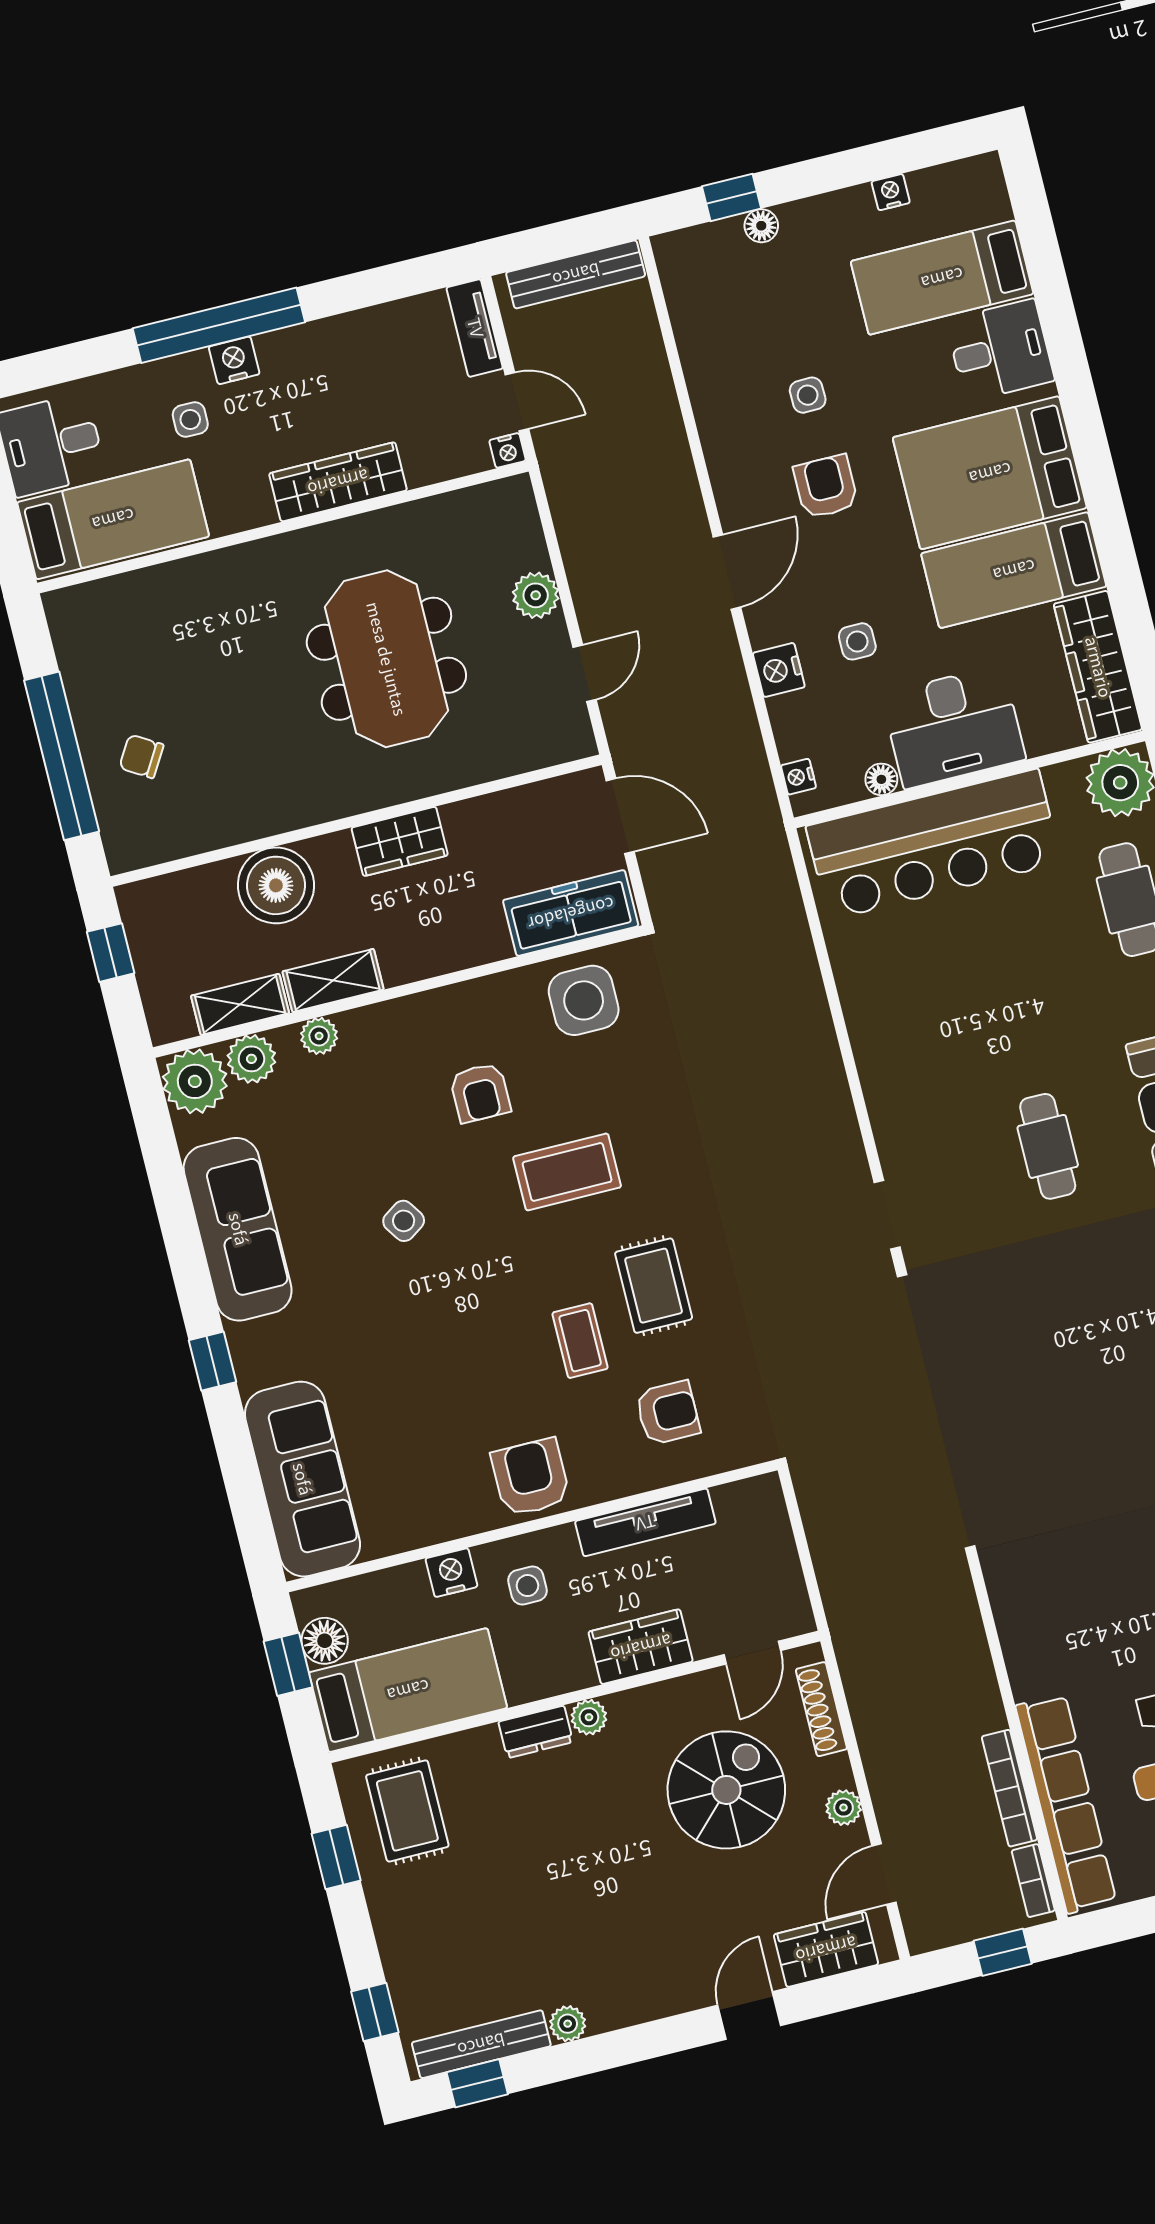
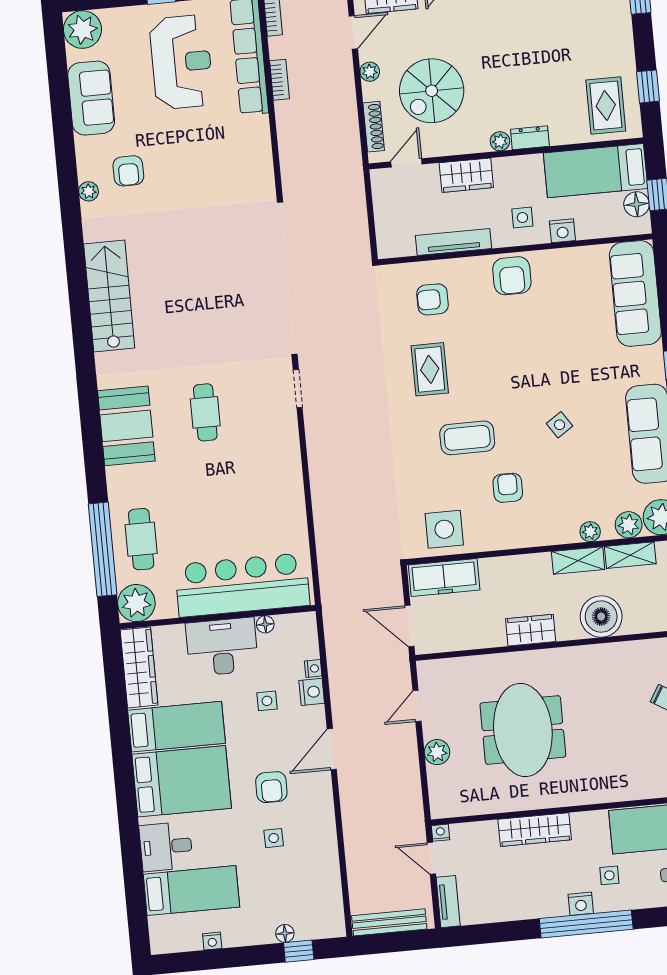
nightstand: (798, 777) -> (313, 669), moved
coffee table: (580, 1341) -> (474, 346), removed
bookcase: (1009, 1788) -> (280, 80), width x0.64

